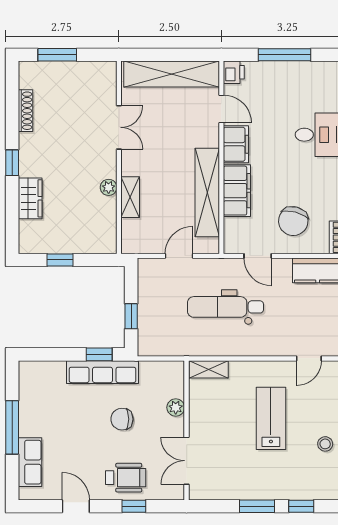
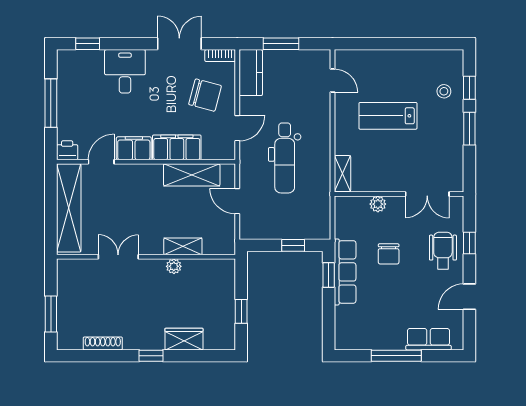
shelving: (207, 193) -> (192, 175), width x0.68
stool: (325, 444) -> (444, 91), moved

